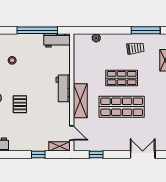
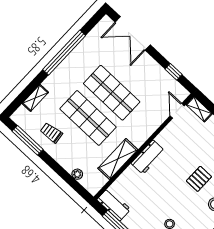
shop shelf: (122, 78) -> (88, 118), width x1.43, depth x1.36
shelving: (80, 101) -> (118, 159), moved
double door: (143, 155) -> (133, 33), width x1.37

